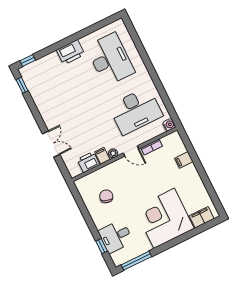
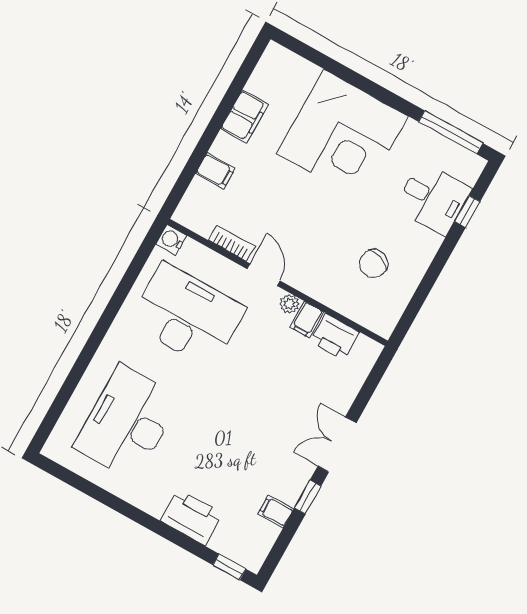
printer: (71, 52) -> (191, 517), moved
window: (22, 85) -> (308, 497), moved
filing cabinet: (37, 93) -> (276, 511), added
double door: (51, 144) -> (337, 444), moved
filing cabinet: (202, 217) -> (245, 116), moved, turned -90

